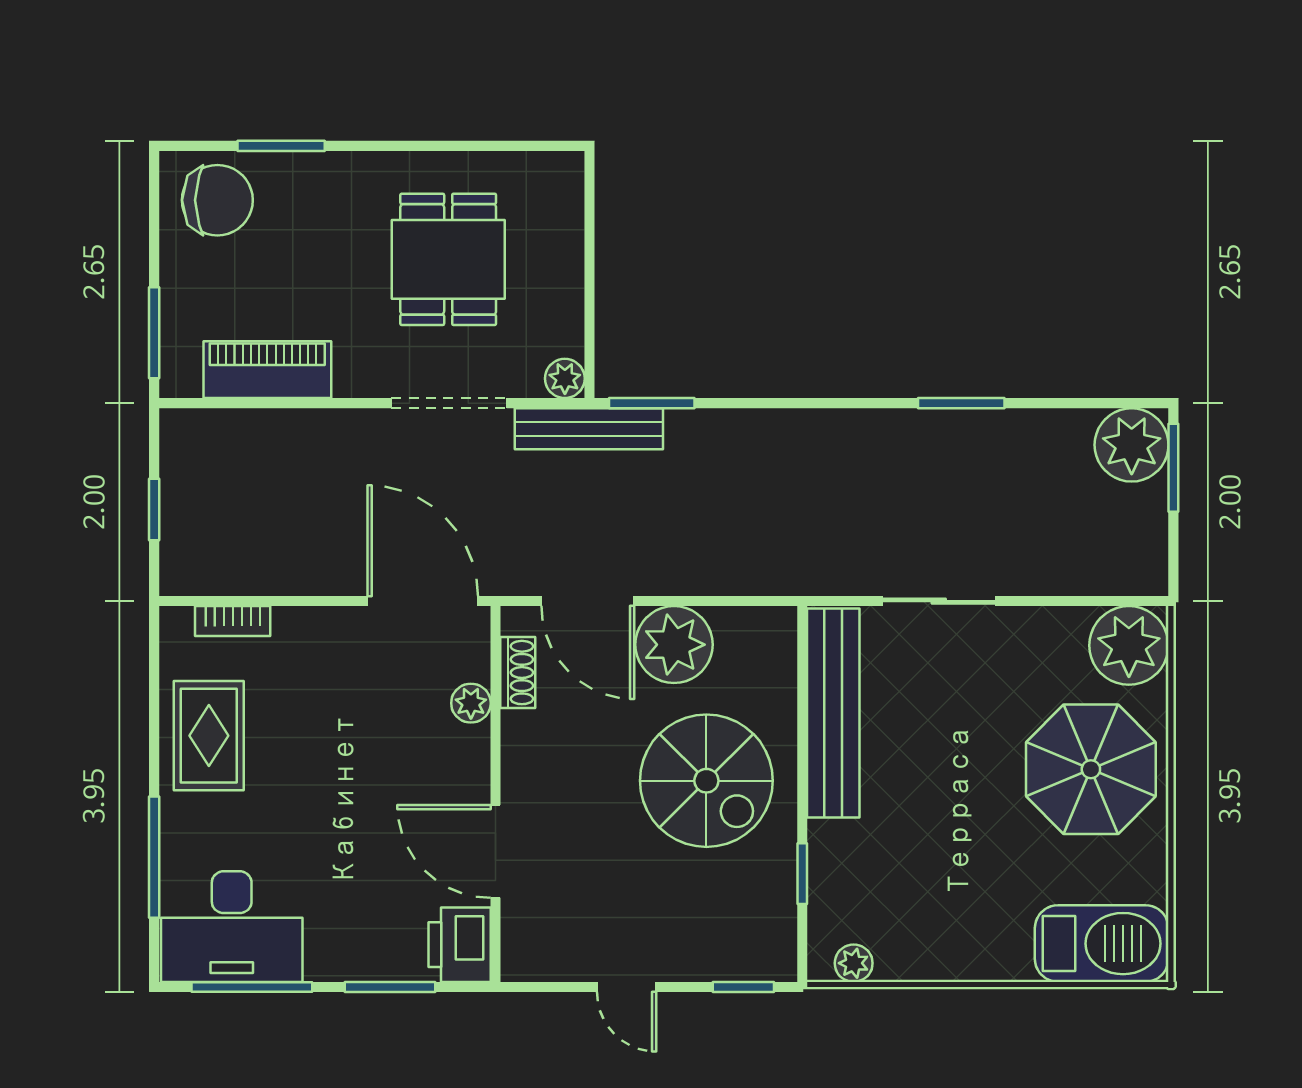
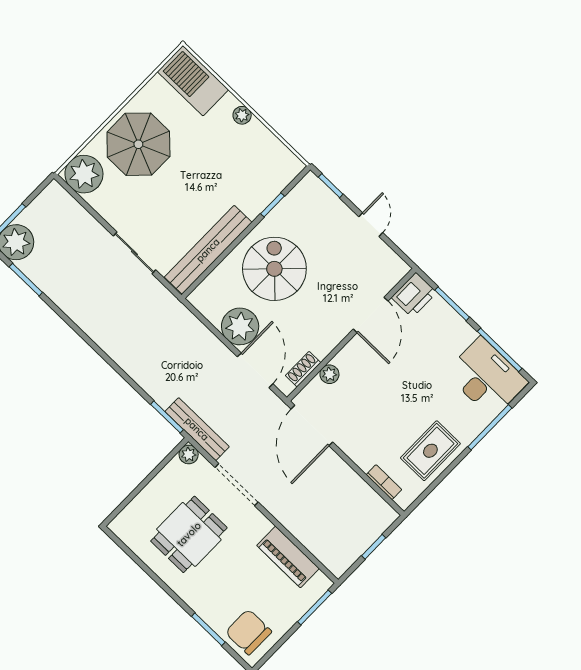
window: (961, 403) -> (26, 280), moved
plant: (854, 963) -> (242, 115), moved

